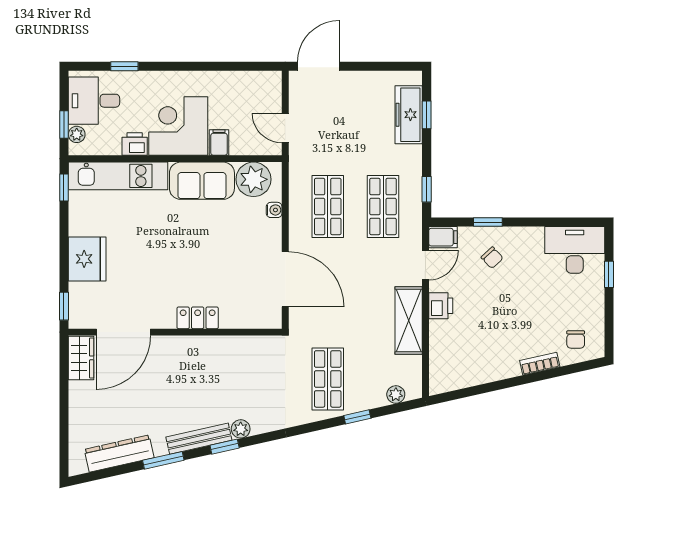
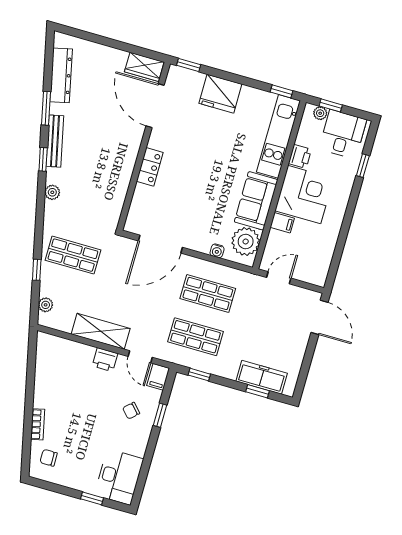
plant: (241, 429) -> (52, 192), moved

